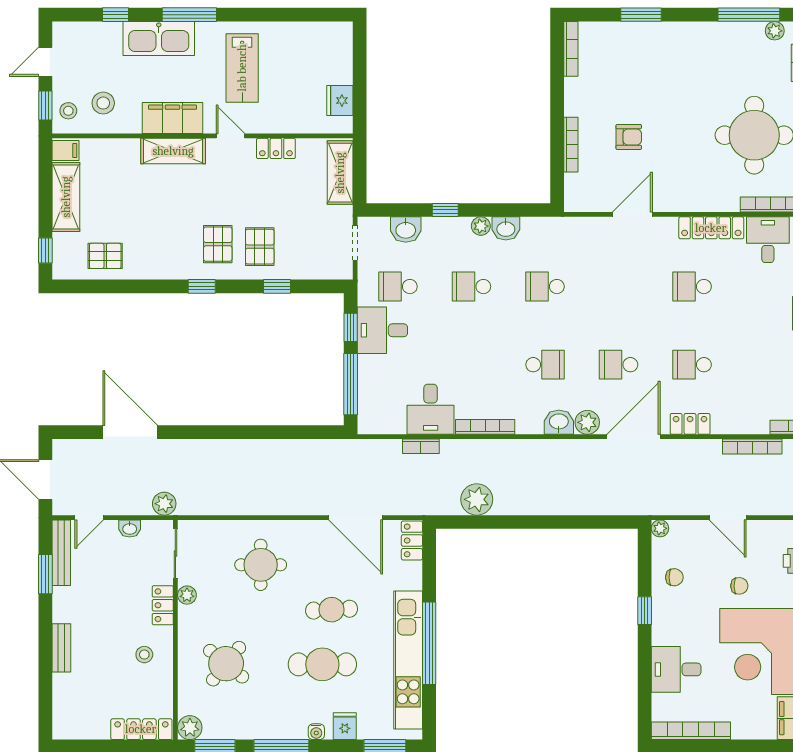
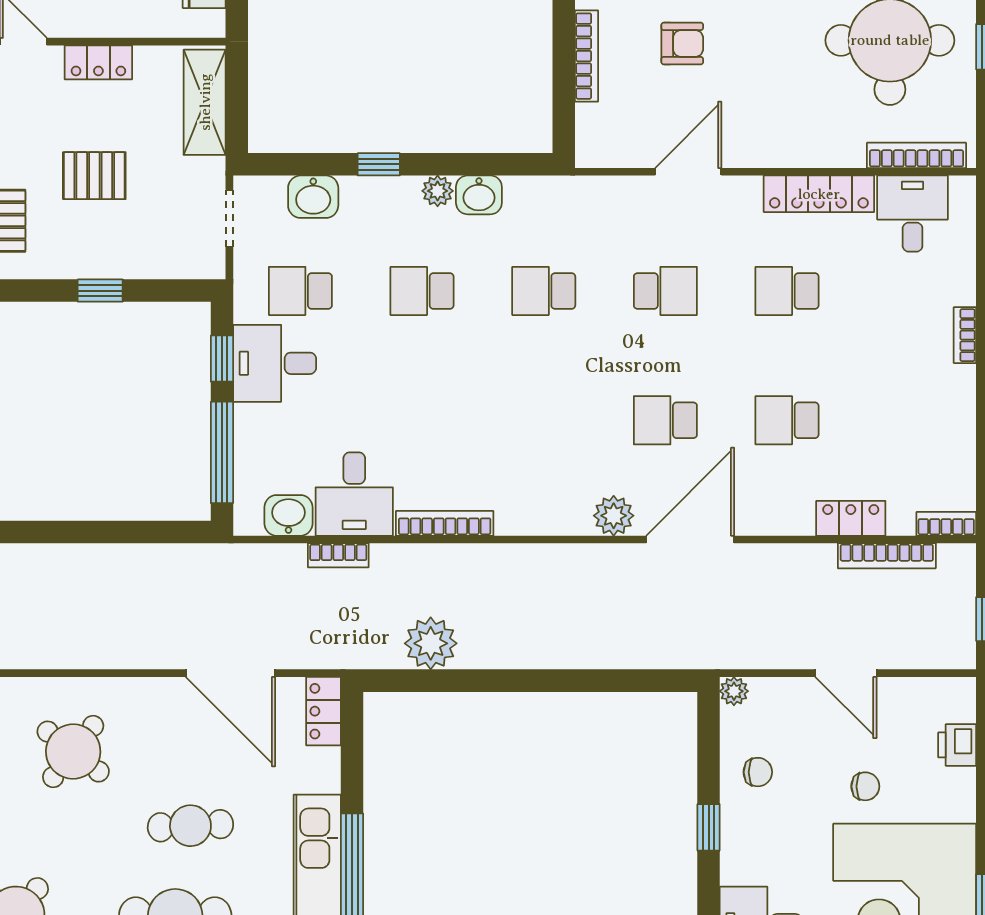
pallet: (260, 247) -> (94, 176), moved, turned 90
school desk: (545, 365) -> (665, 291), moved
washbasin: (559, 422) -> (289, 515), moved
locker: (690, 424) -> (851, 518), moved
round table: (261, 565) -> (73, 752), turned 38

